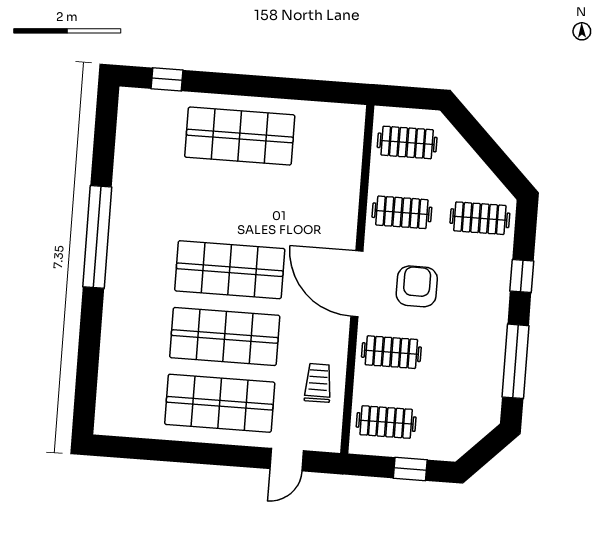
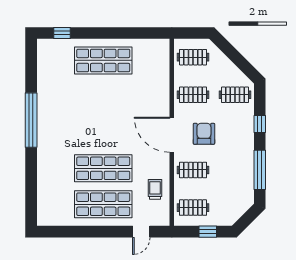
shop shelf: (230, 270) -> (103, 132), removed

